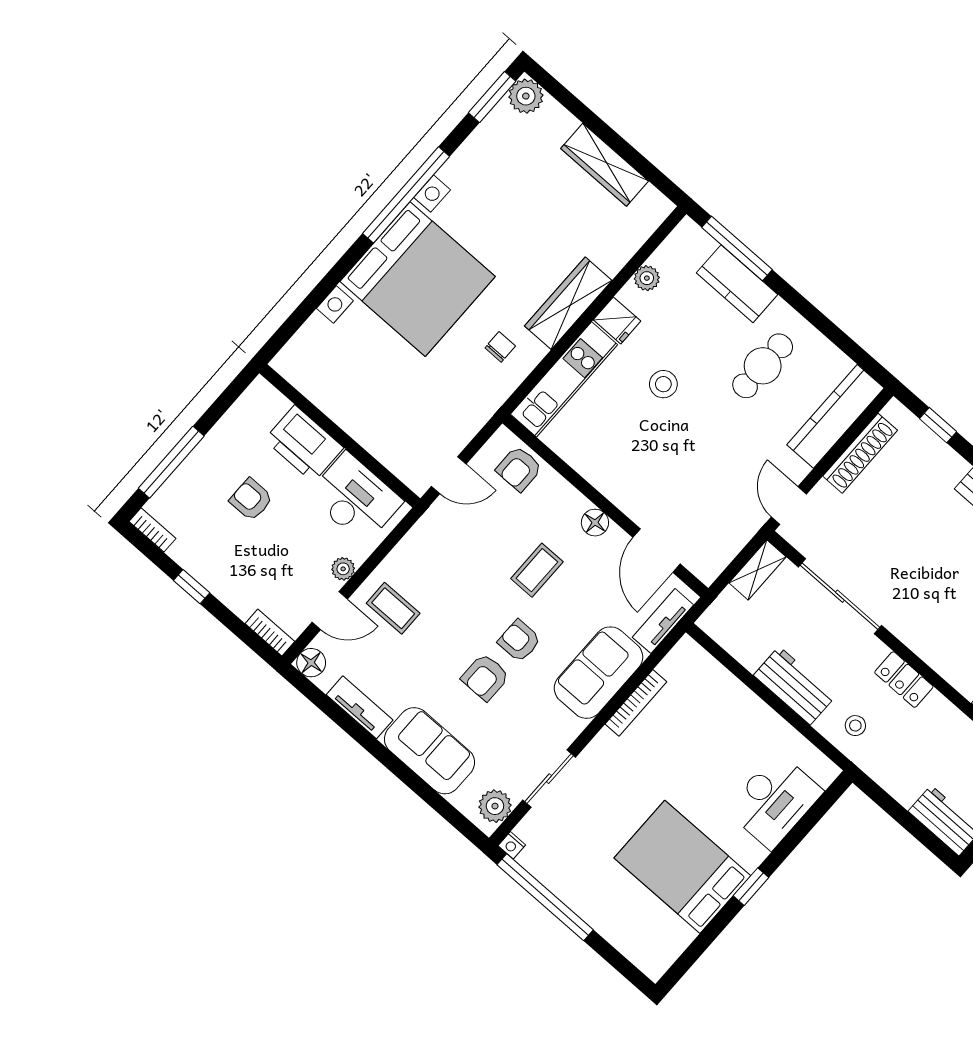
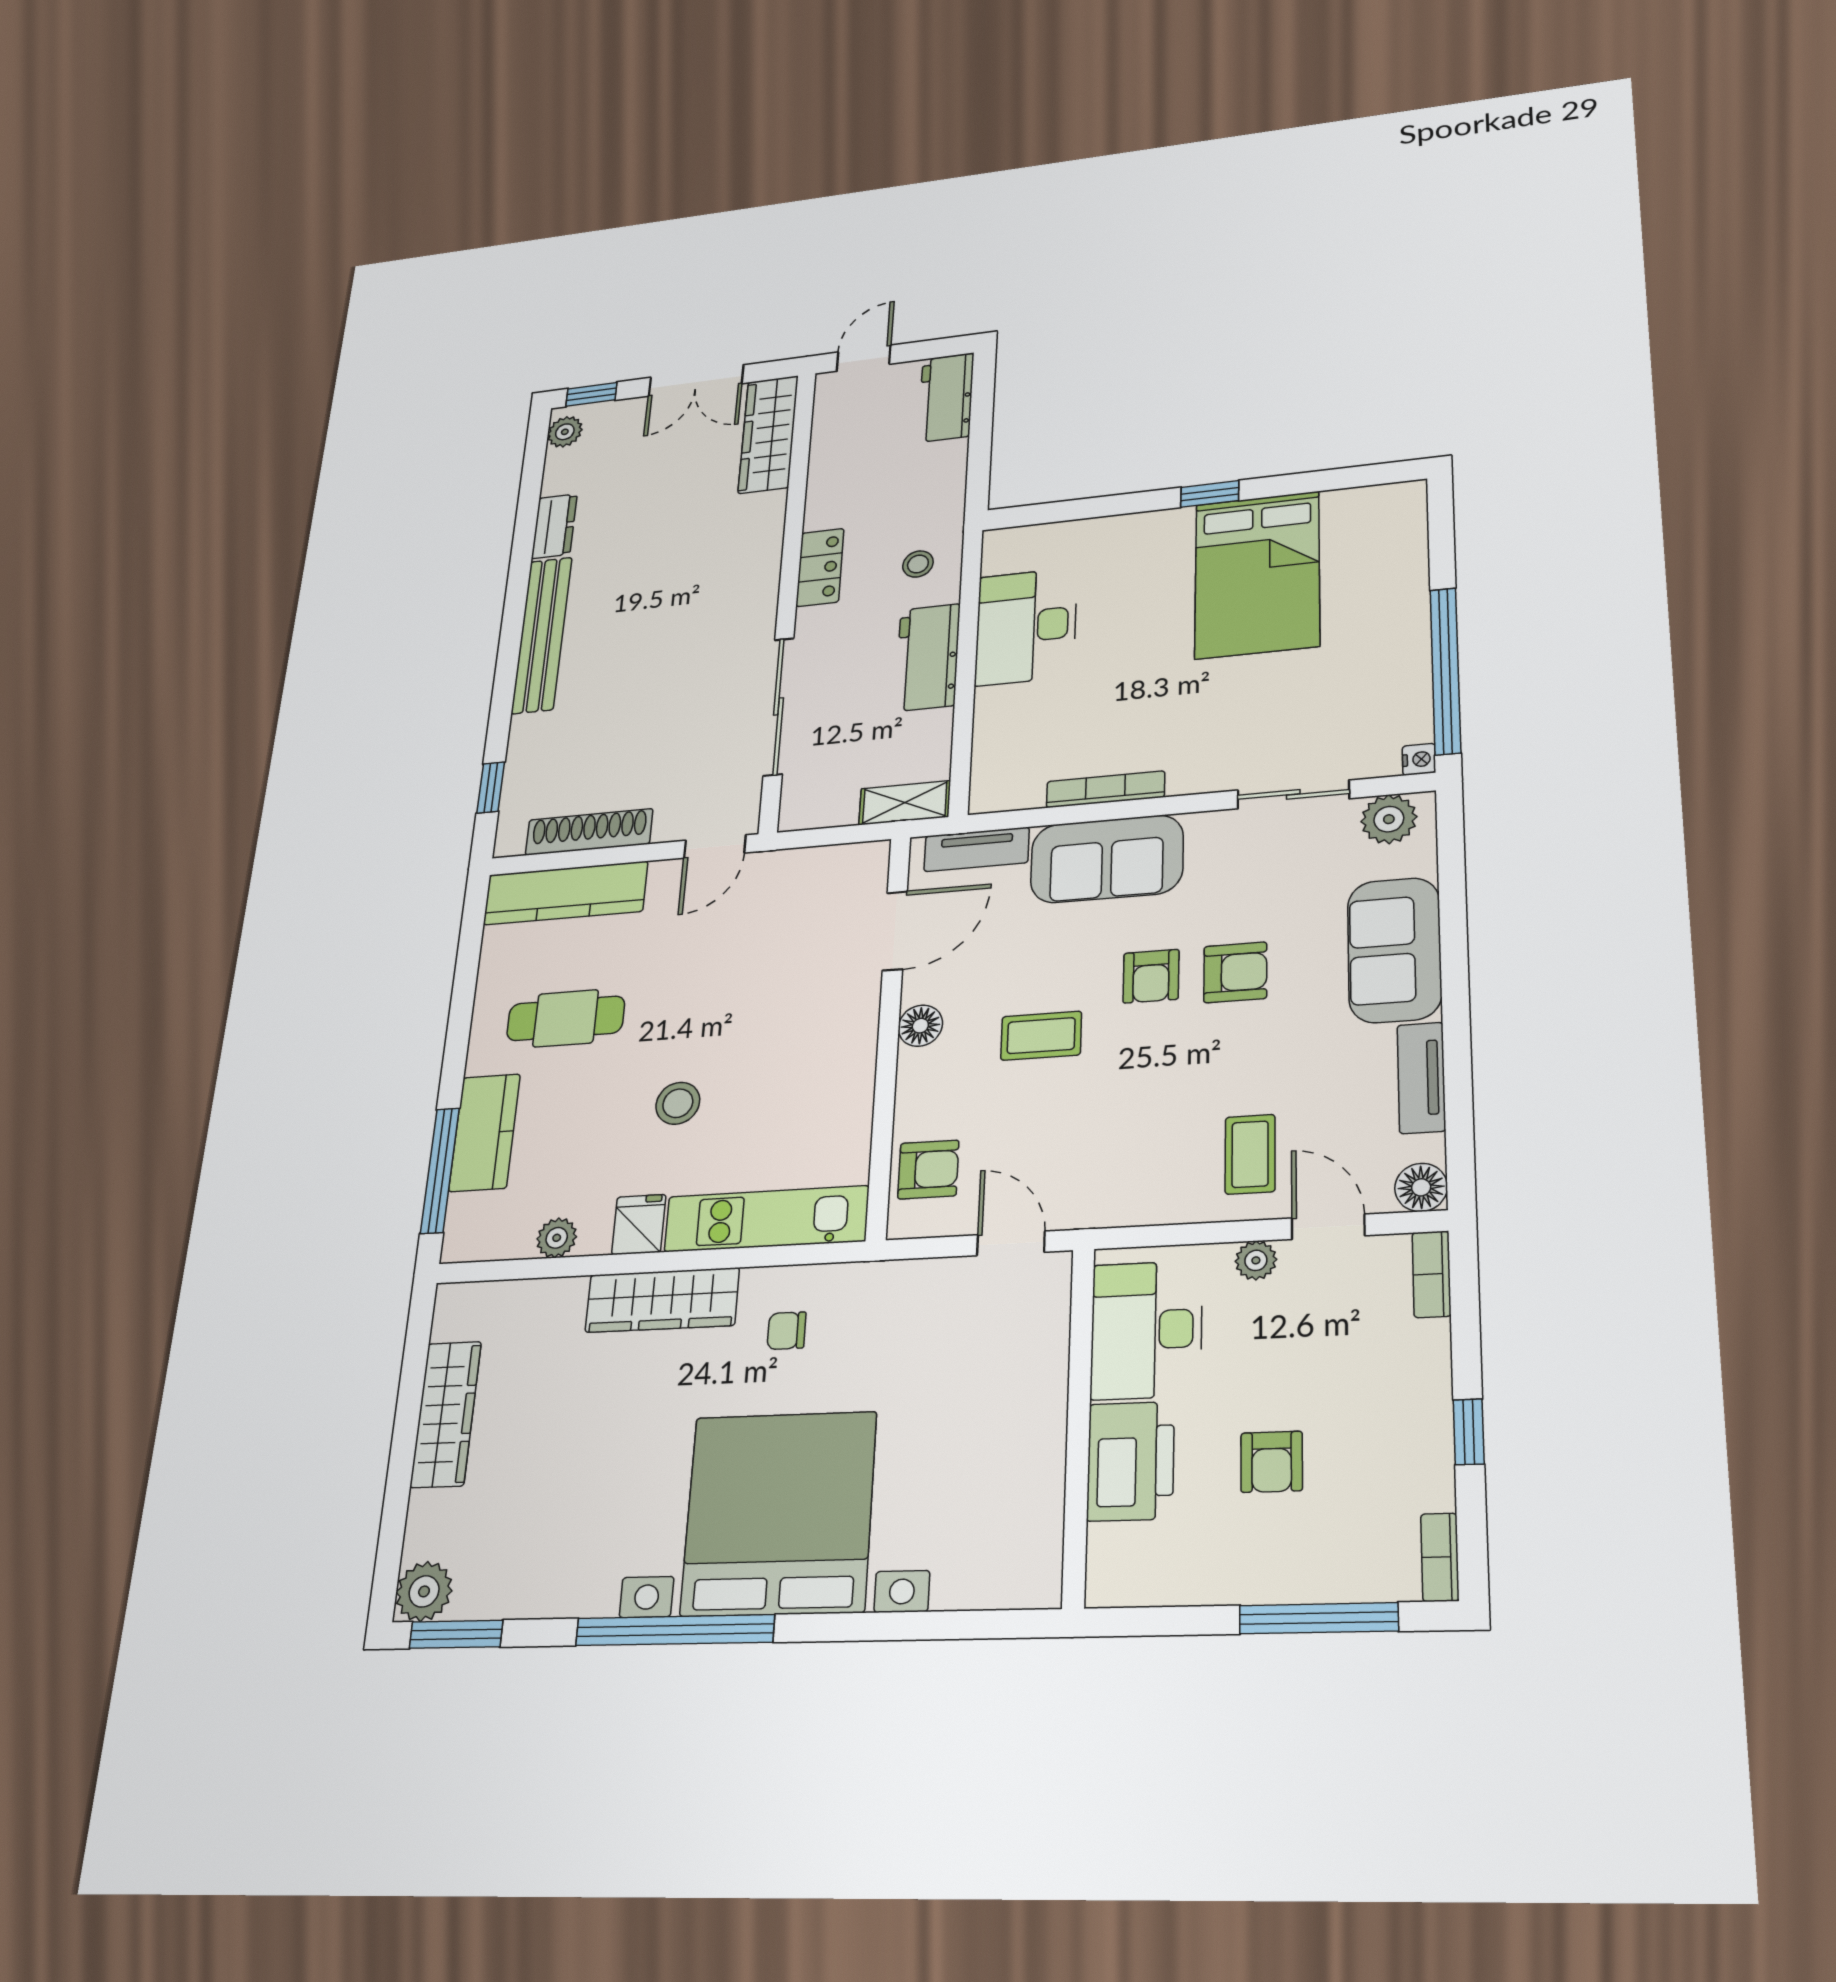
shelving: (758, 570) -> (905, 803), moved
desk: (774, 801) -> (1026, 627), moved, turned -90

